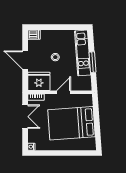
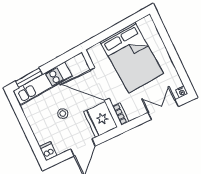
window: (92, 62) -> (29, 78), moved
door: (64, 92) -> (100, 84), width x1.88
double door: (25, 117) -> (163, 110), moved

